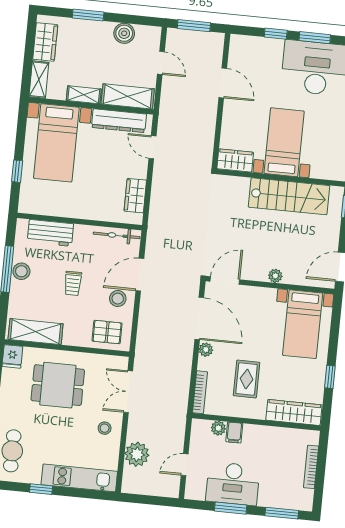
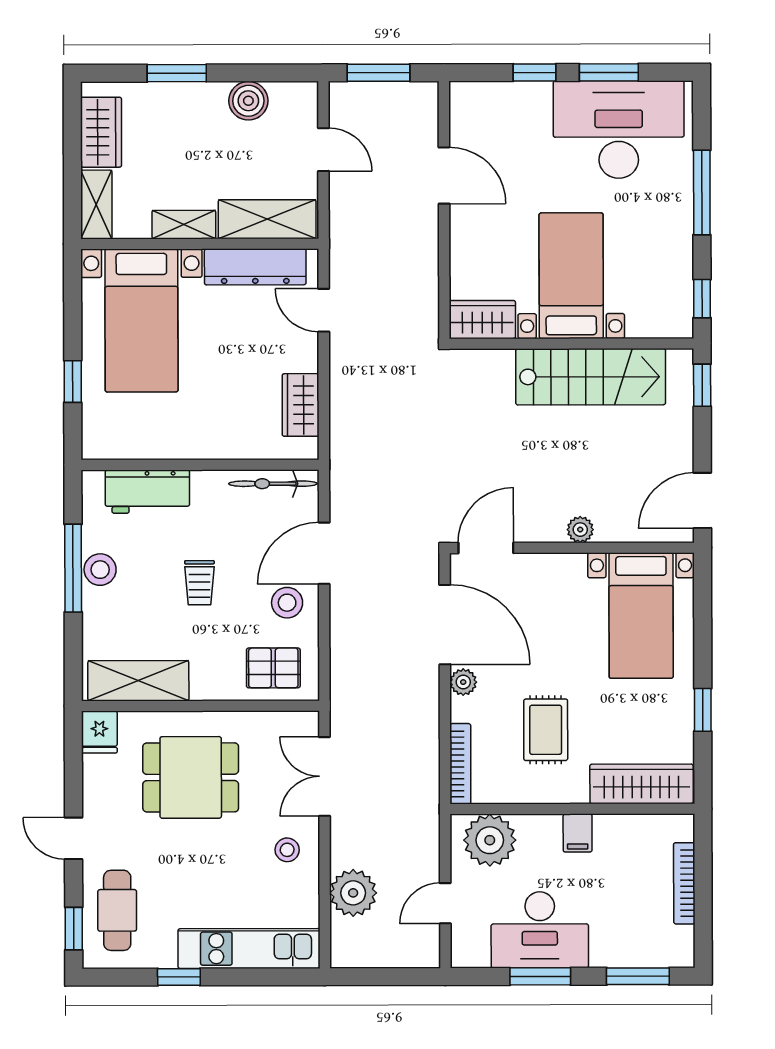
plant: (218, 428) -> (490, 840), width x1.88, depth x1.88
filing cabinet: (234, 433) -> (578, 833), moved

